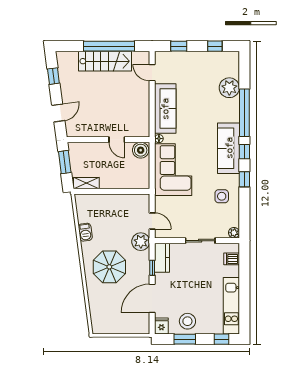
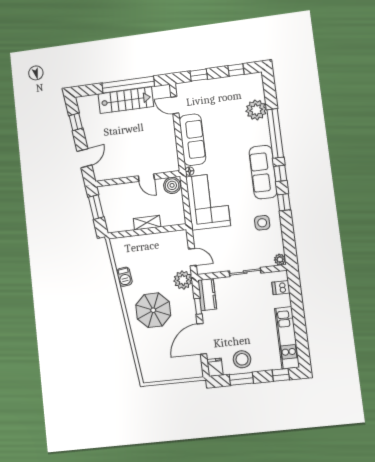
shelving: (86, 183) -> (147, 223), moved

